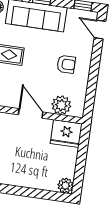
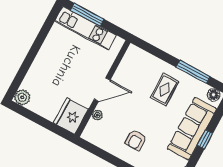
plant: (61, 105) -> (97, 115), width x0.53, depth x0.53

